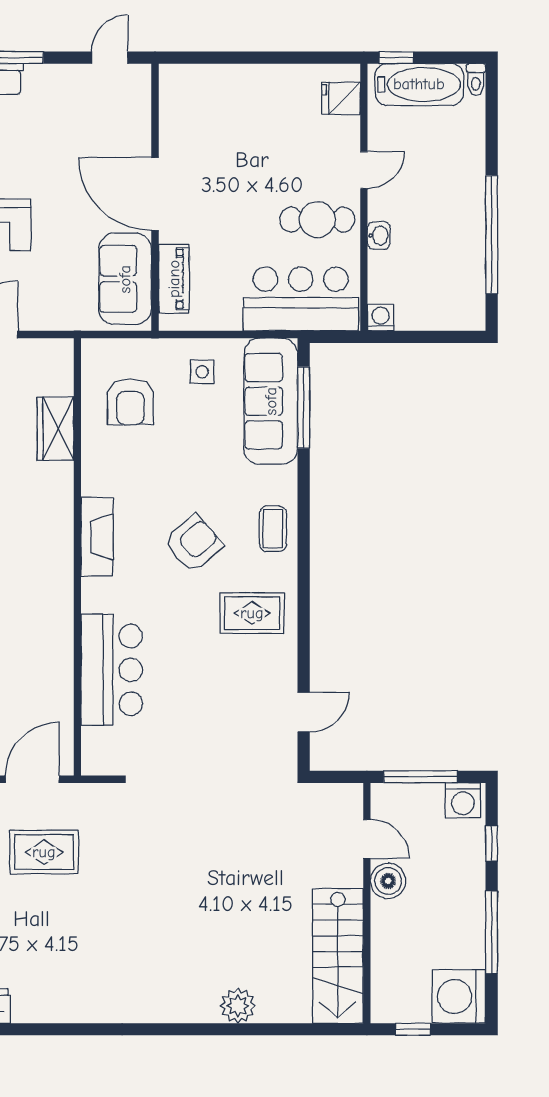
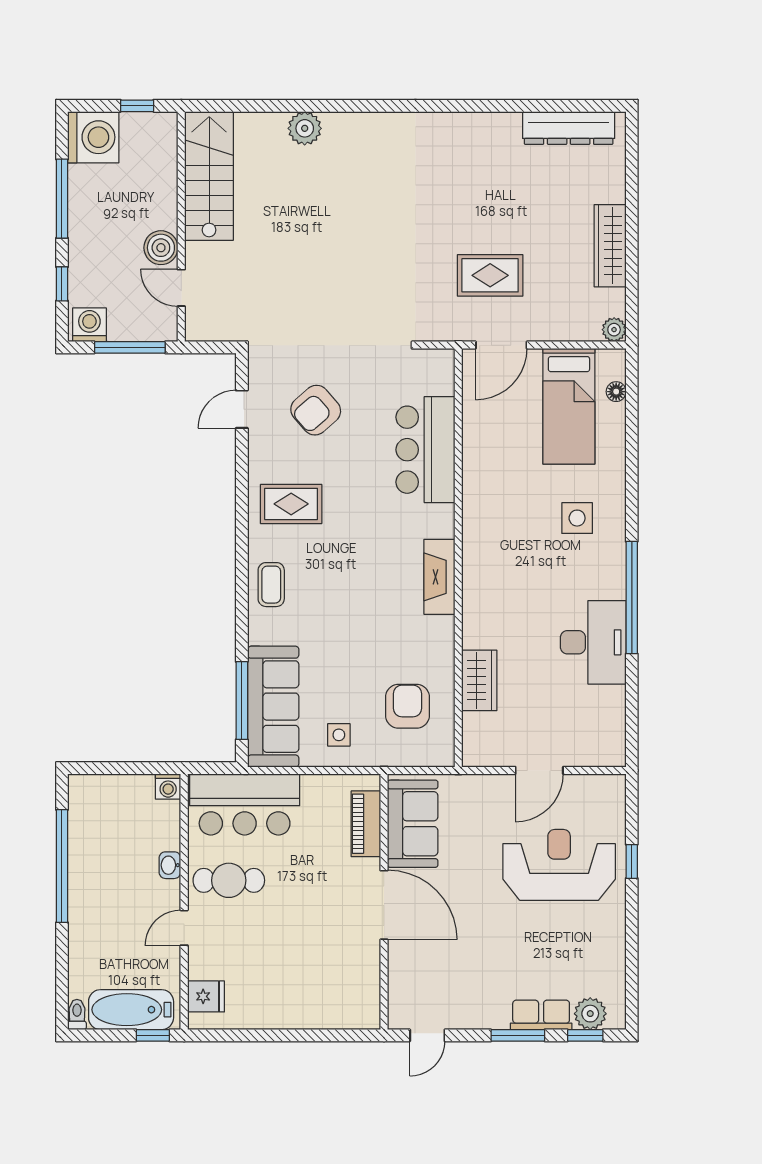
armchair: (193, 543) -> (316, 410), moved

